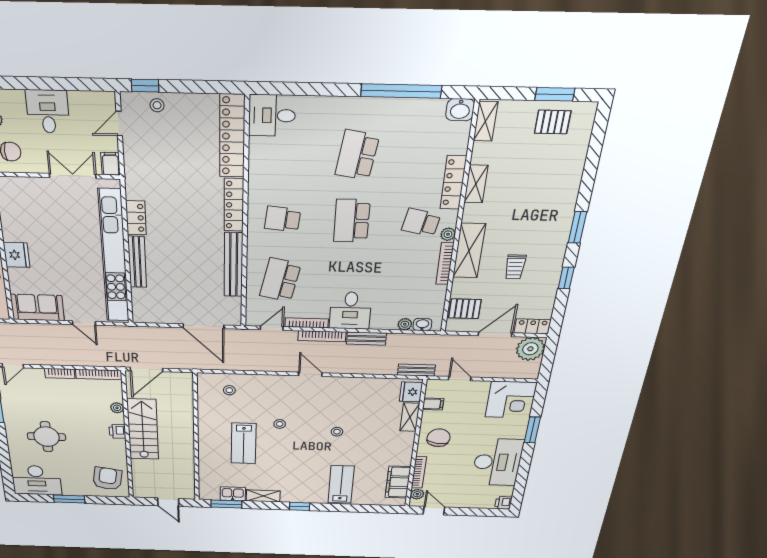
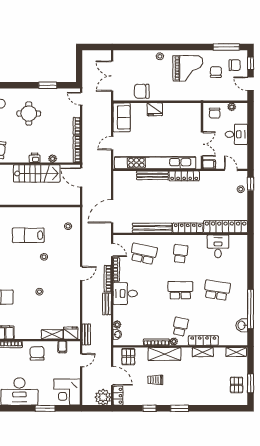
washbasin: (460, 110) -> (242, 325), moved
desk: (272, 115) -> (218, 246), moved
locker: (136, 218) -> (184, 176), width x1.53
chair: (439, 438) -> (37, 353), turned -98

